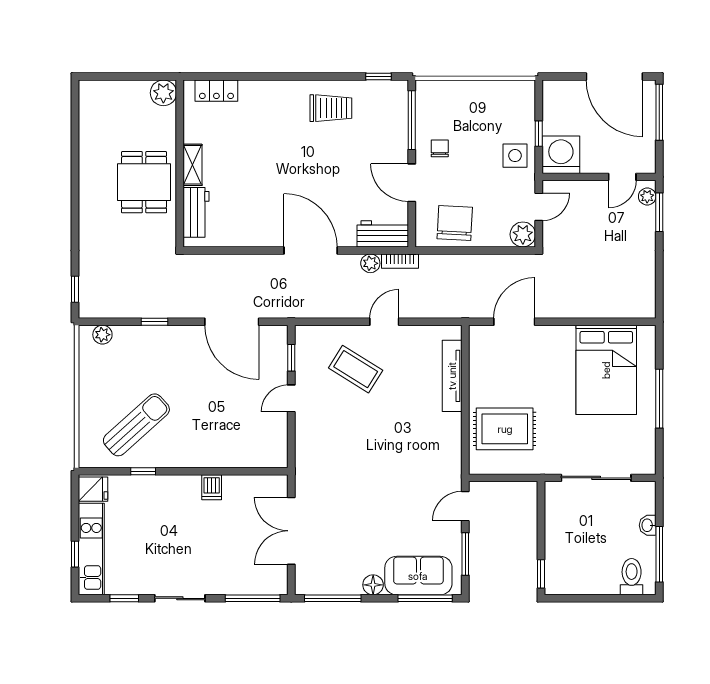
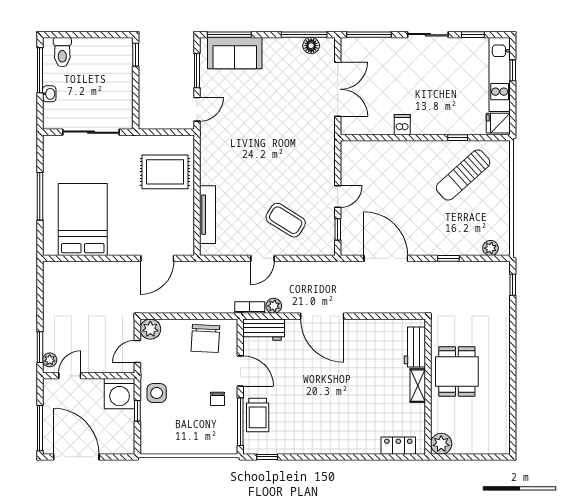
trolley: (331, 108) -> (258, 415), moved, turned -90
floor lamp: (373, 585) -> (311, 46), moved

